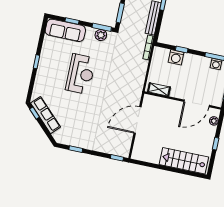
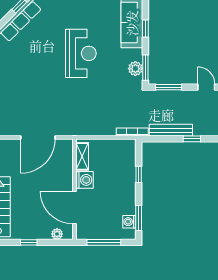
washing machine: (176, 57) -> (84, 180), moved, turned 180
reception desk: (81, 74) -> (81, 53), turned -90
door: (138, 120) -> (38, 137), swing flipped

